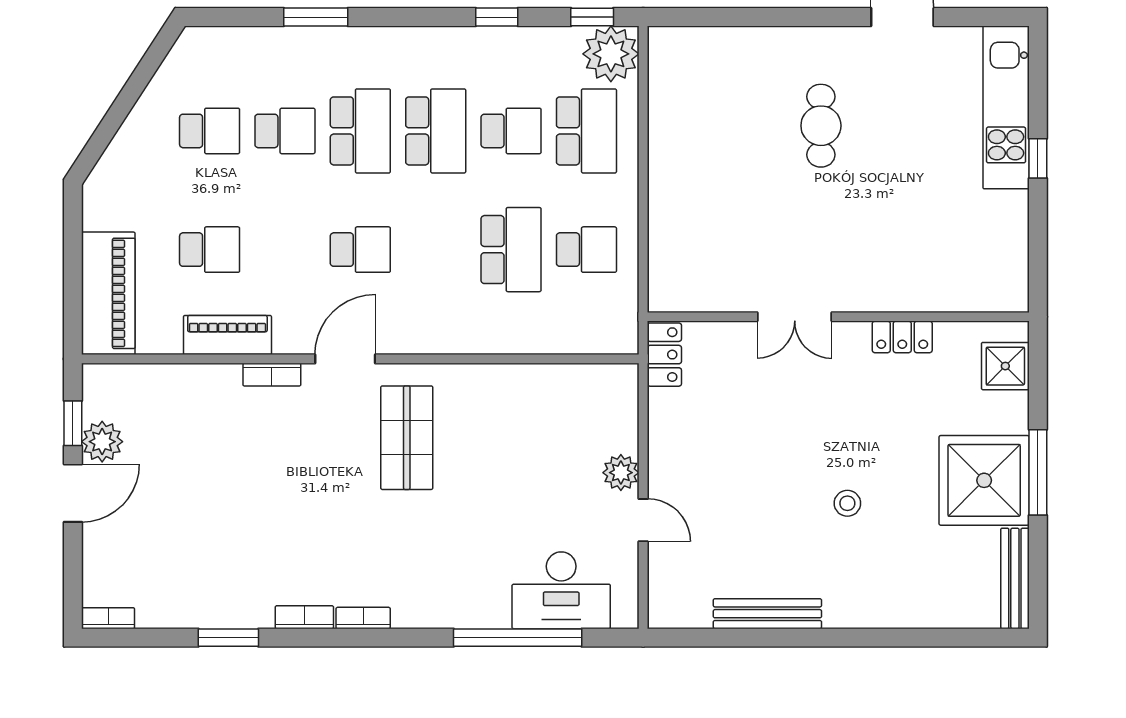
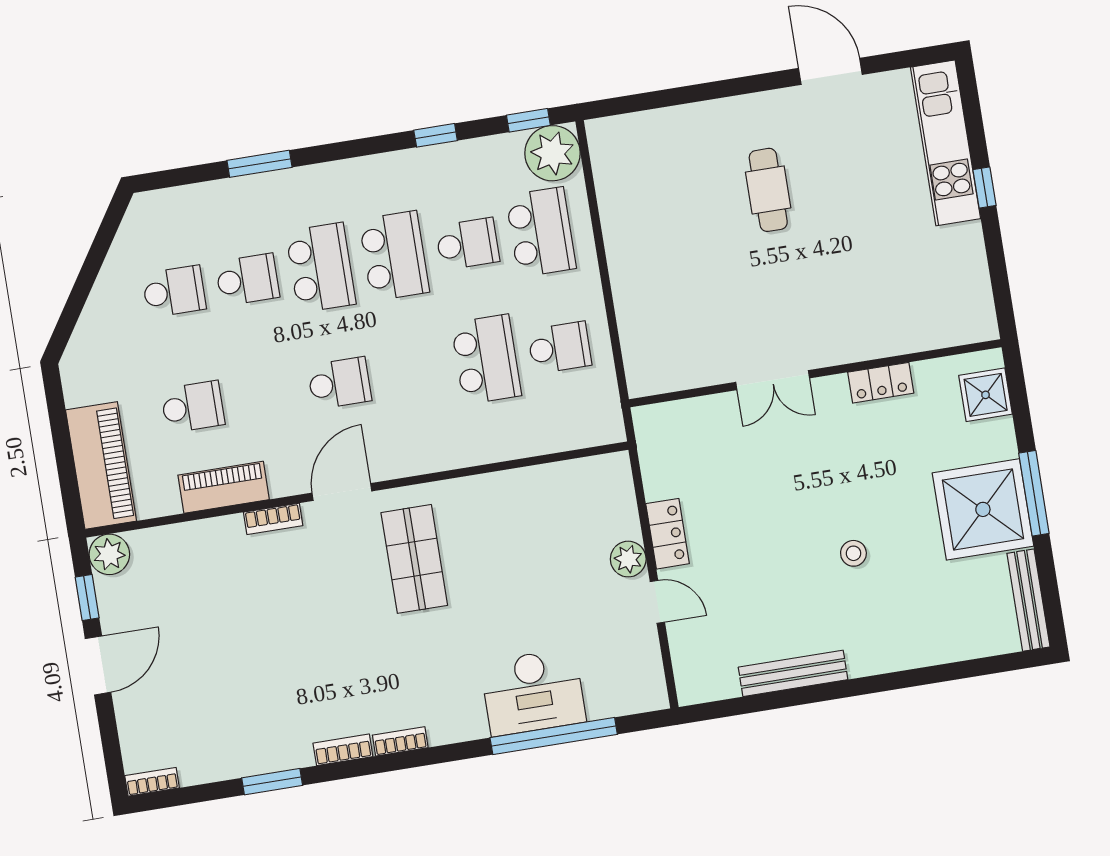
locker: (664, 355) -> (668, 534), moved
plant: (102, 442) -> (109, 554), moved
desk: (561, 590) -> (533, 692), moved

